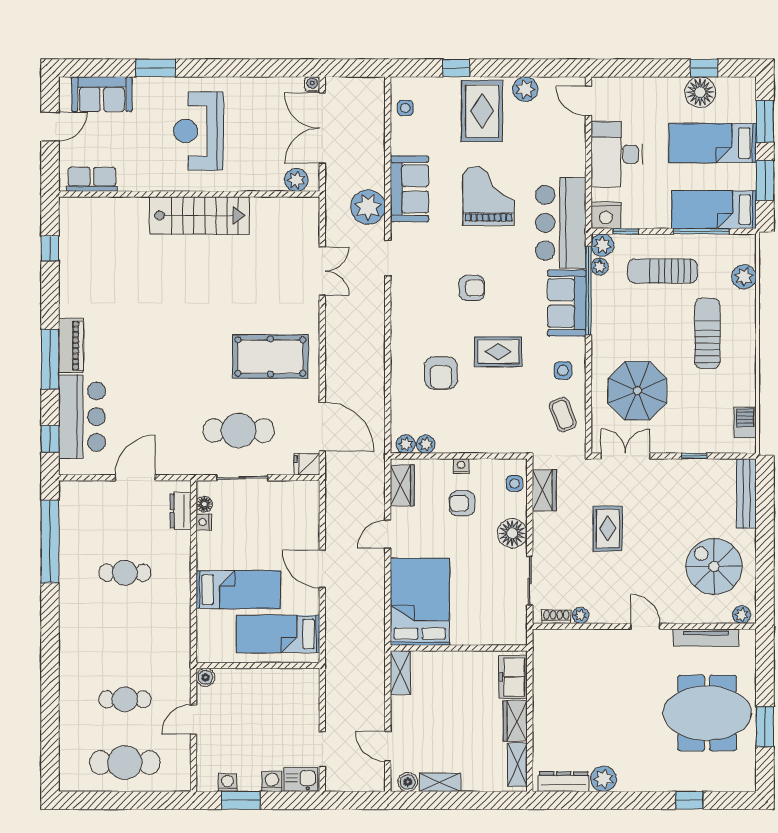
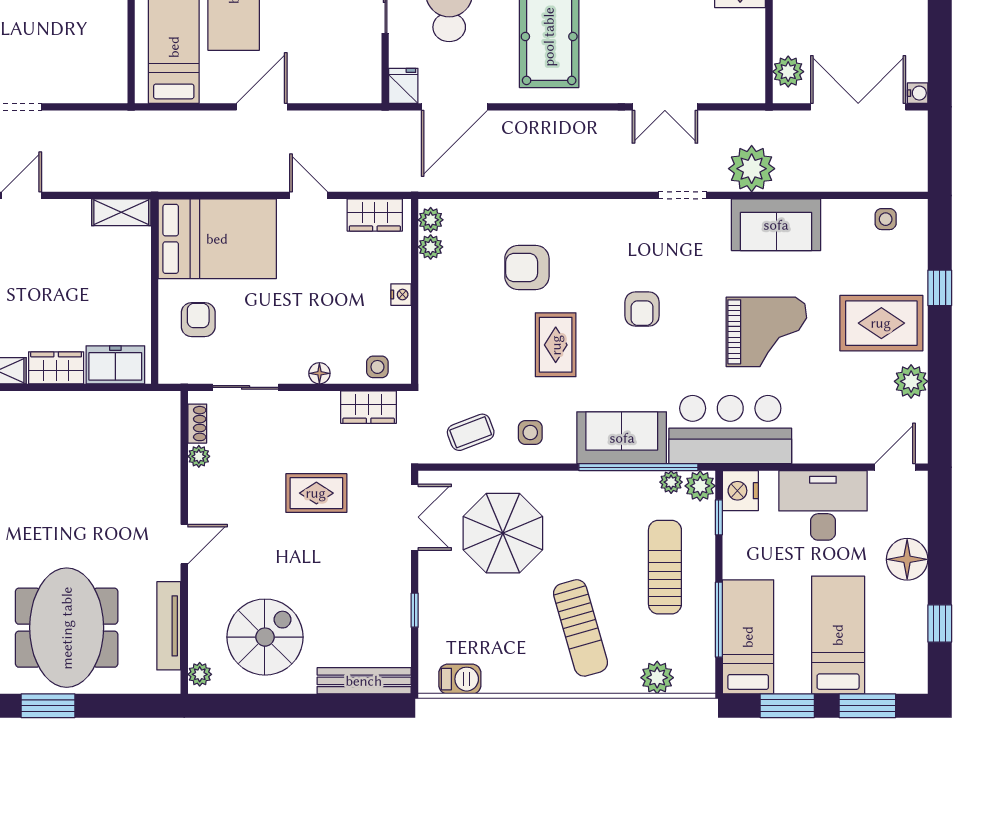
floor lamp: (700, 92) -> (907, 559), moved
sun lounger: (707, 333) -> (580, 628), turned 74
armchair: (462, 503) -> (198, 320), moved
floor lamp: (512, 533) -> (319, 373), width x0.53, depth x0.53

